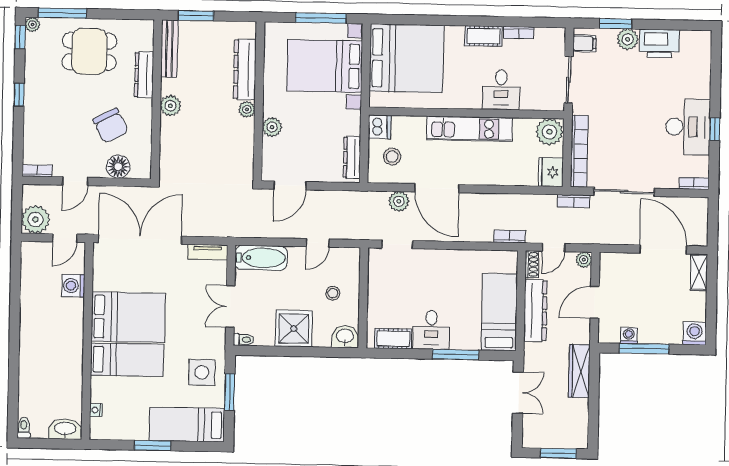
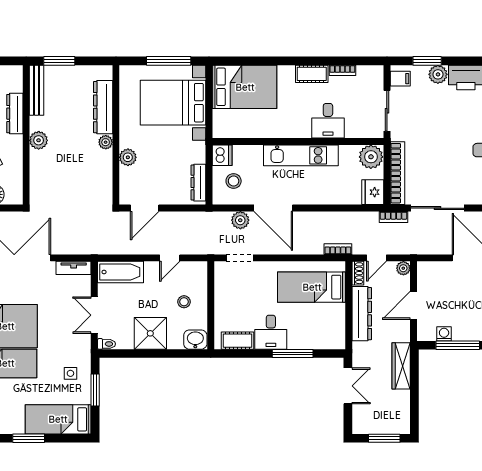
bed: (406, 58) -> (245, 87), width x0.73
bed: (499, 312) -> (312, 287), moved, turned -90
side table: (202, 372) -> (70, 373), width x0.54, depth x0.54

